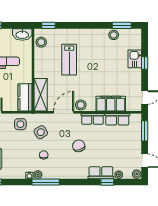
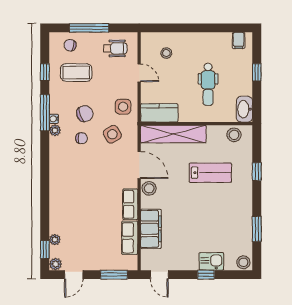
window: (49, 25) -> (257, 172), moved
window: (122, 25) -> (257, 229), moved
stool: (114, 35) -> (243, 262), moved
lab bench: (69, 60) -> (210, 173), turned 180
shelving: (41, 95) -> (173, 134), width x1.47
chair: (79, 146) -> (85, 114), moved
row of seats: (101, 173) -> (57, 216), removed
window: (46, 182) -> (45, 113), moved
window: (107, 182) -> (45, 250), moved

